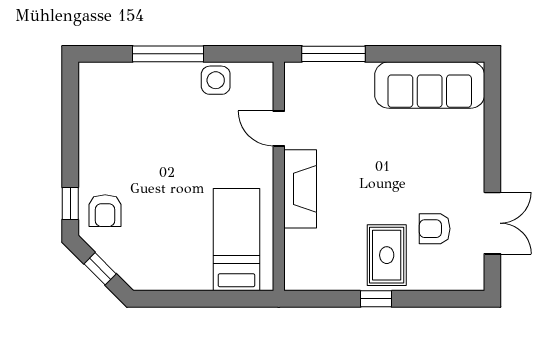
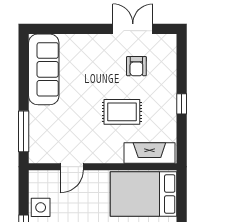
fireplace: (300, 189) -> (149, 153), moved
bed: (236, 240) -> (144, 194), width x1.50
rug: (387, 255) -> (122, 112), moved

